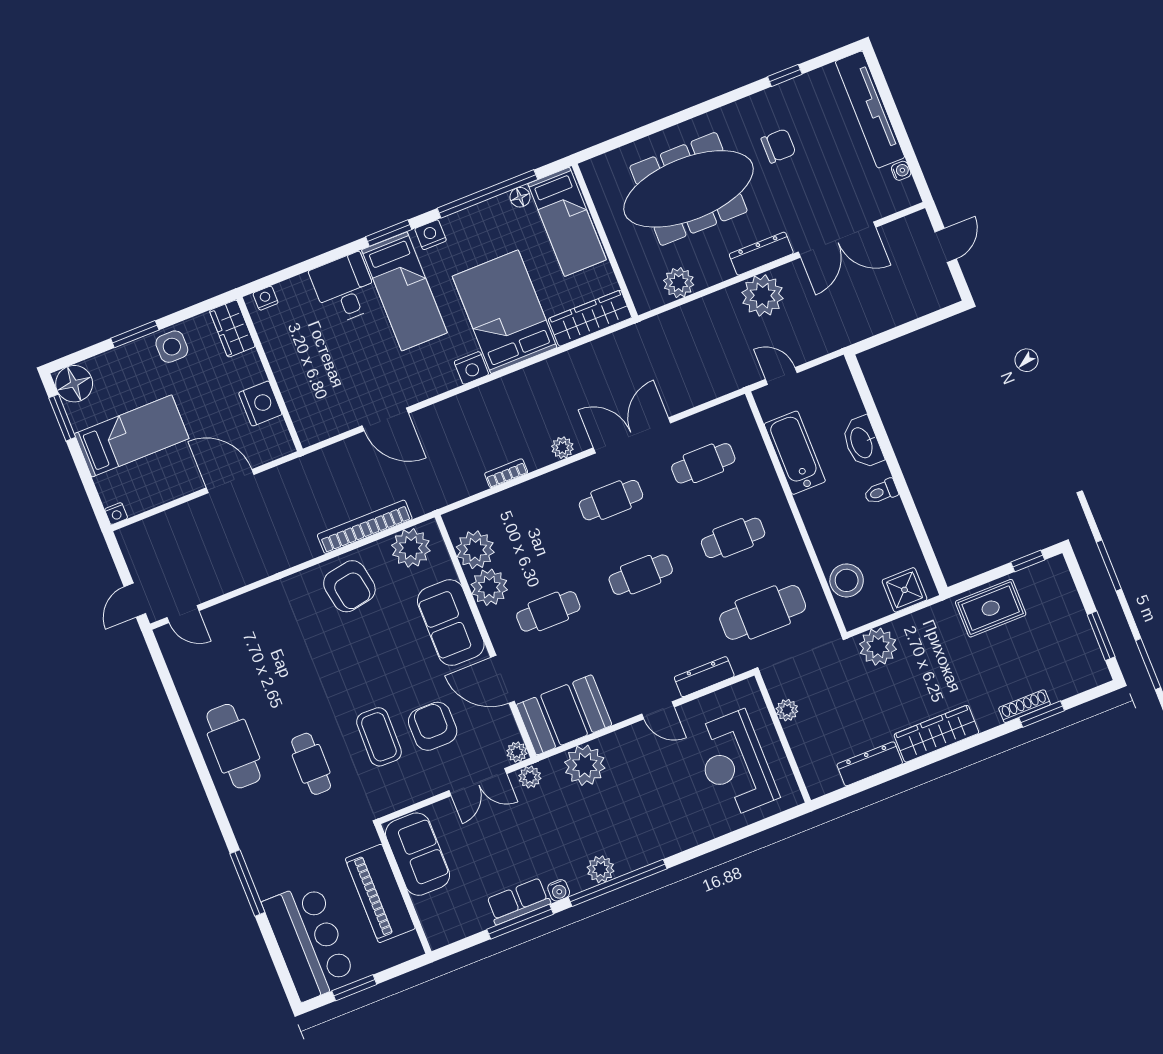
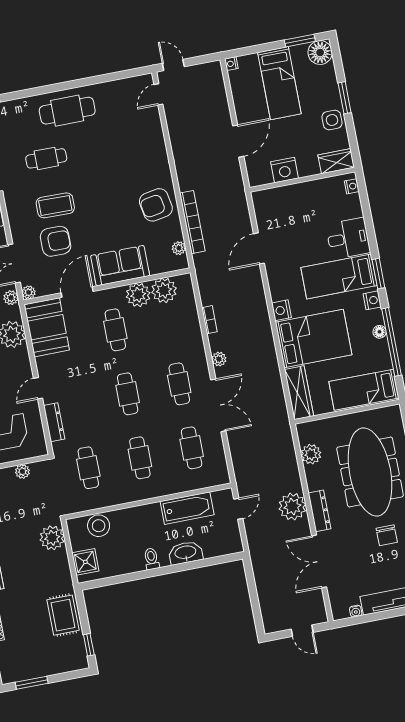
floor lamp: (520, 197) -> (379, 332), moved
plant: (411, 548) -> (179, 248), width x0.53, depth x0.53
cafe table: (763, 612) -> (88, 468), width x0.73, depth x0.74

